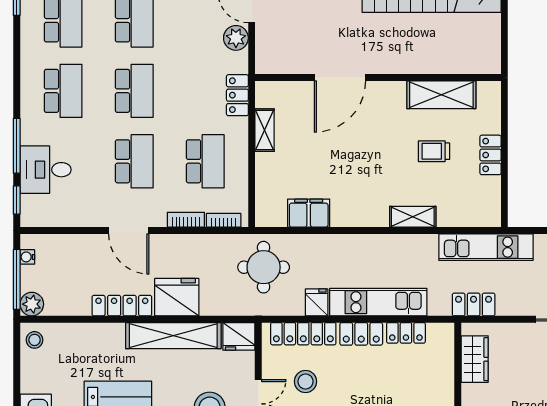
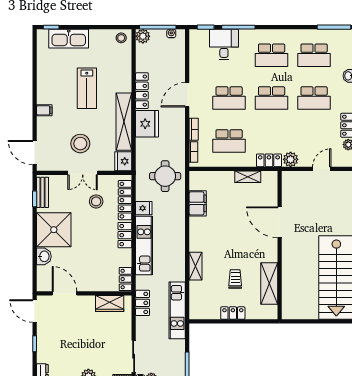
plant: (236, 38) -> (291, 159), moved
locker: (406, 333) -> (125, 279), moved

